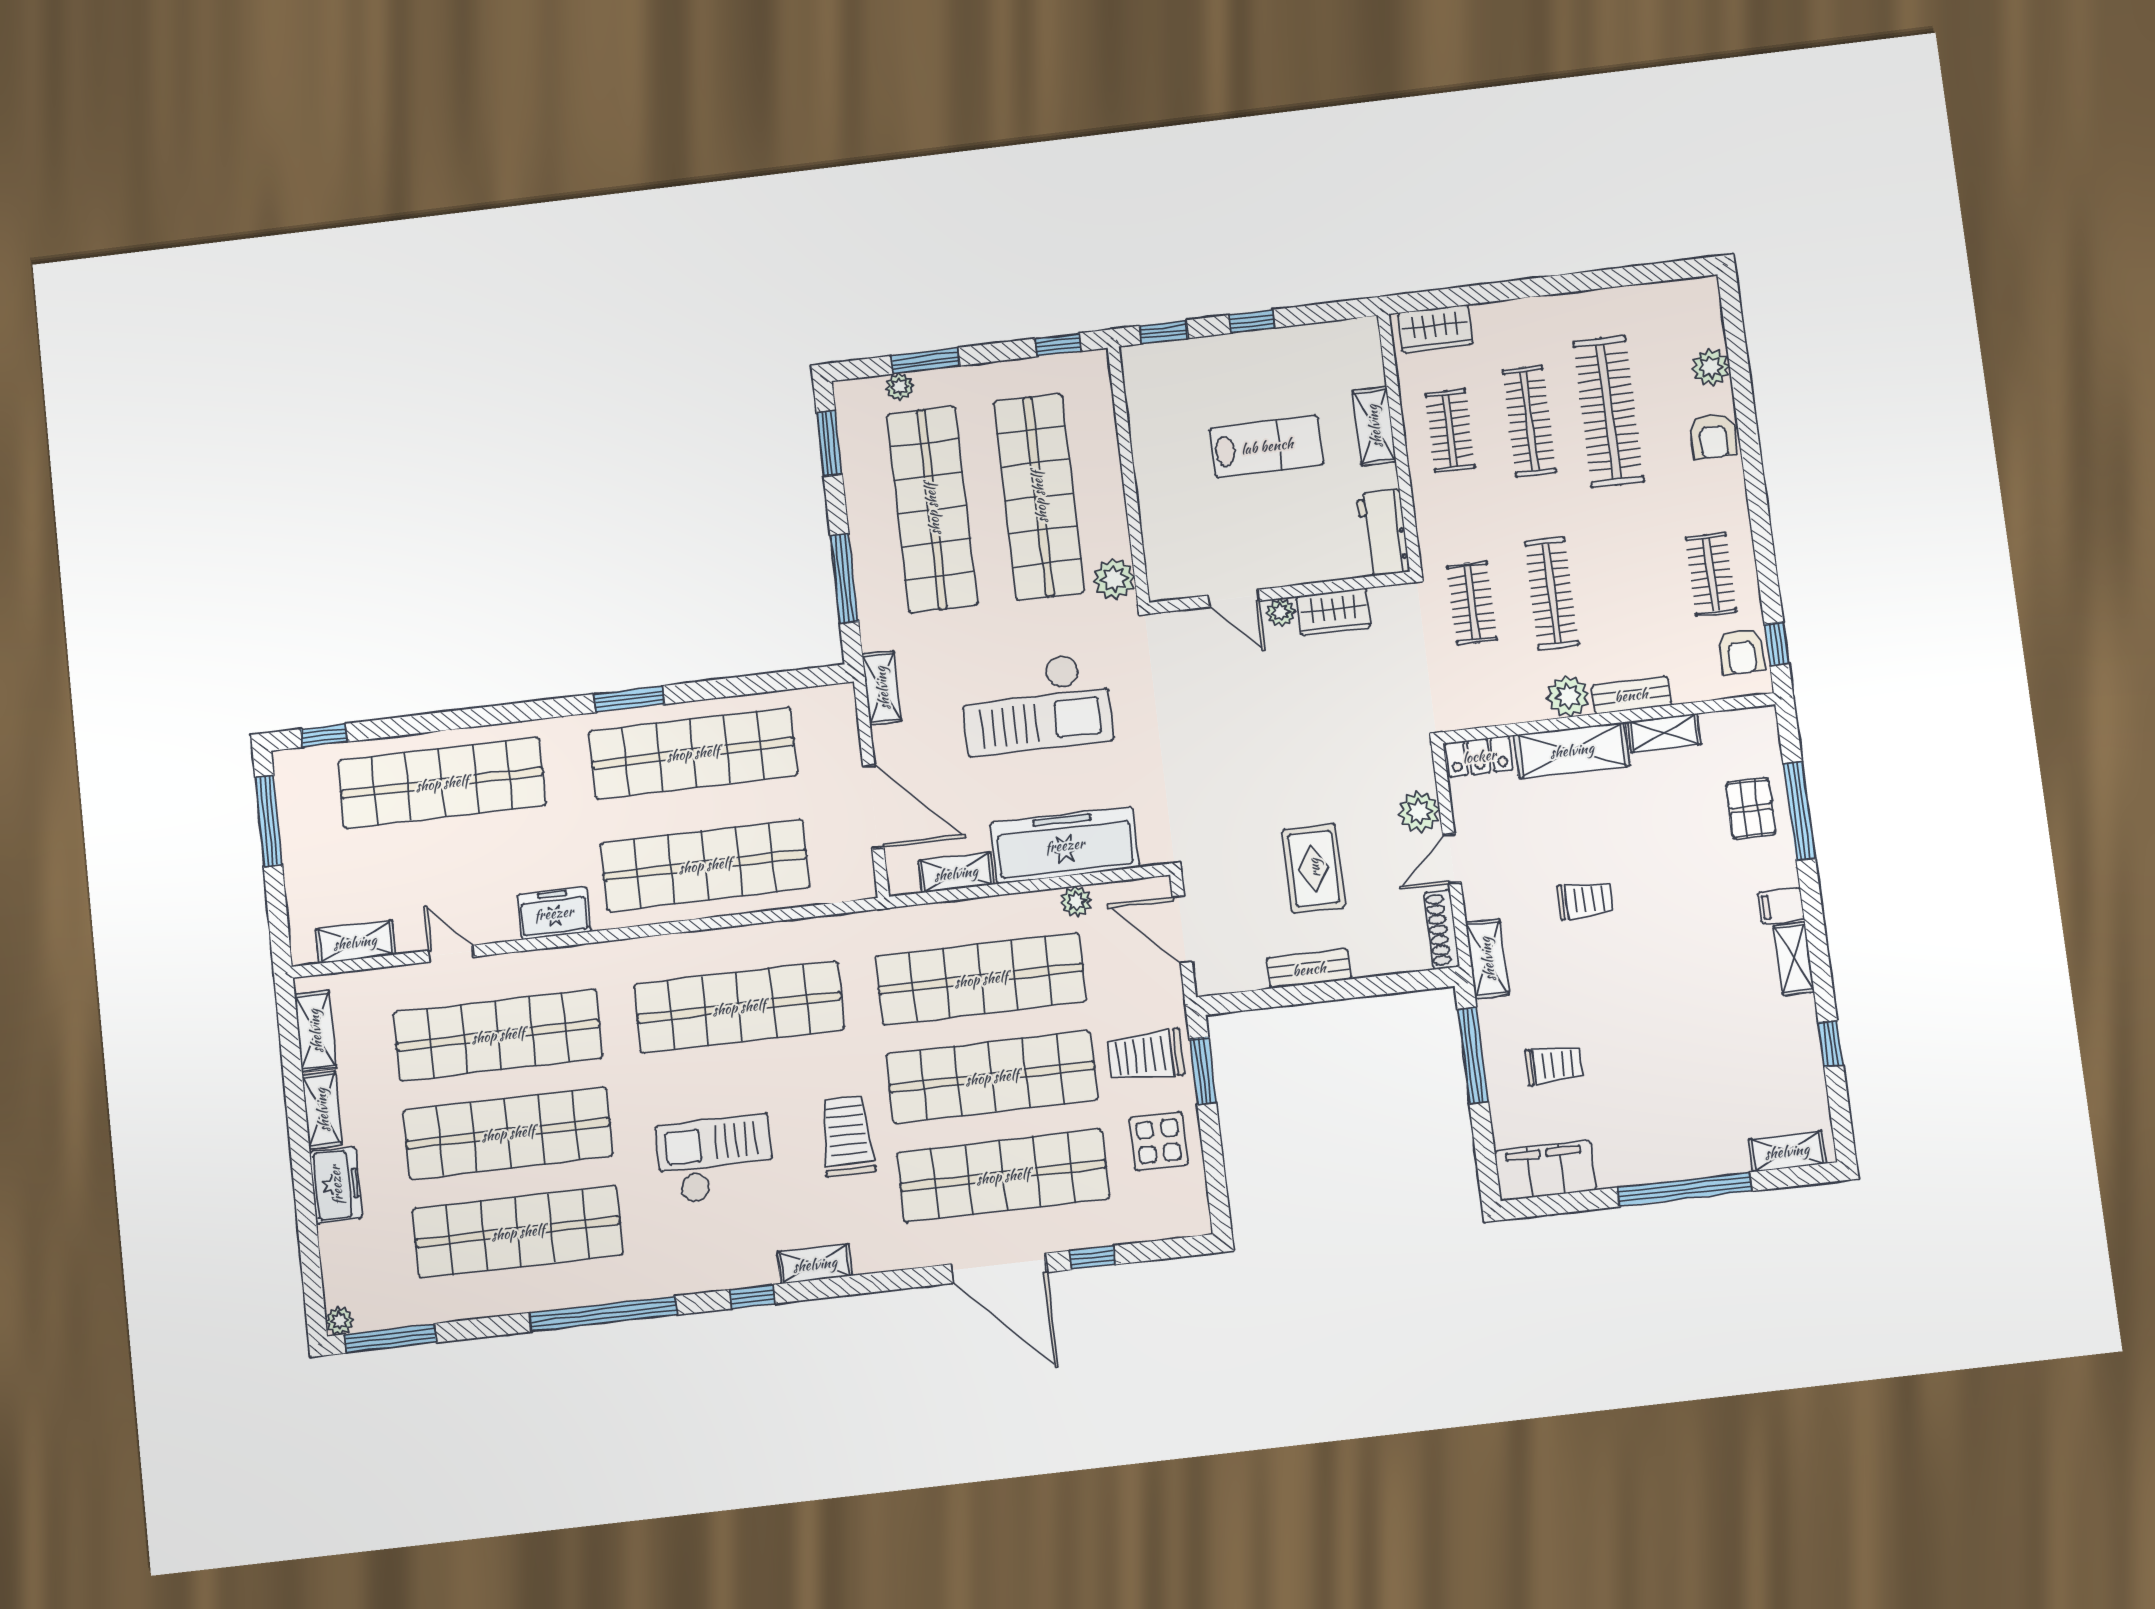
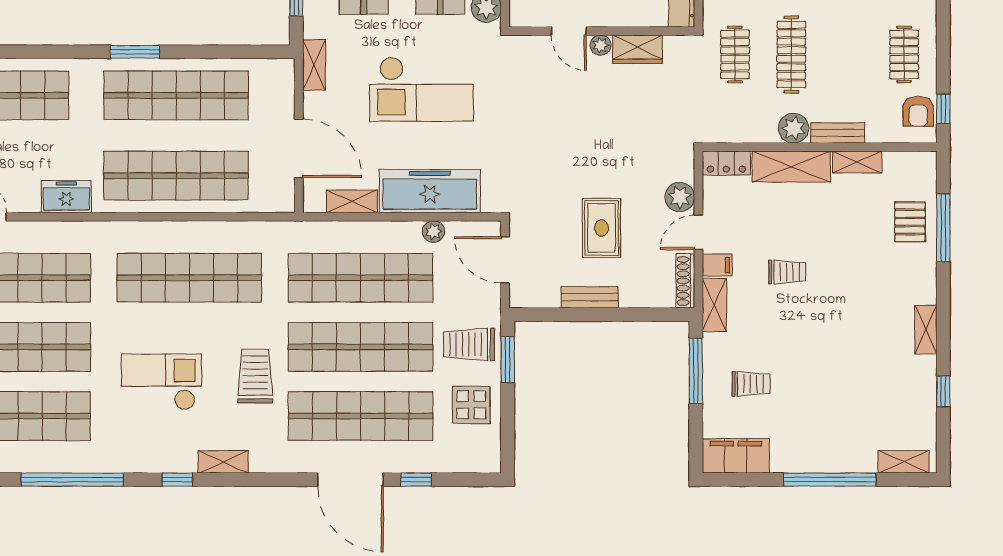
filing cabinet: (1781, 906) -> (717, 265), moved, turned 180

